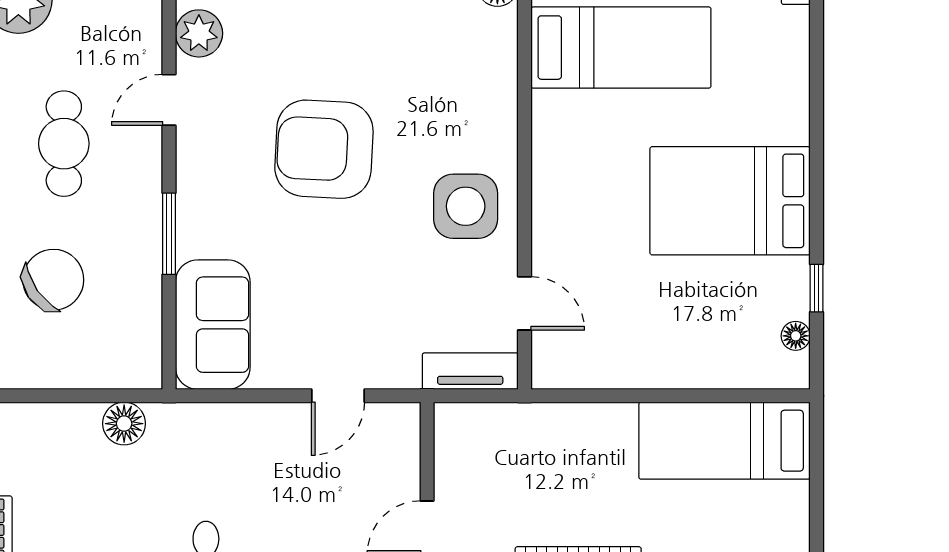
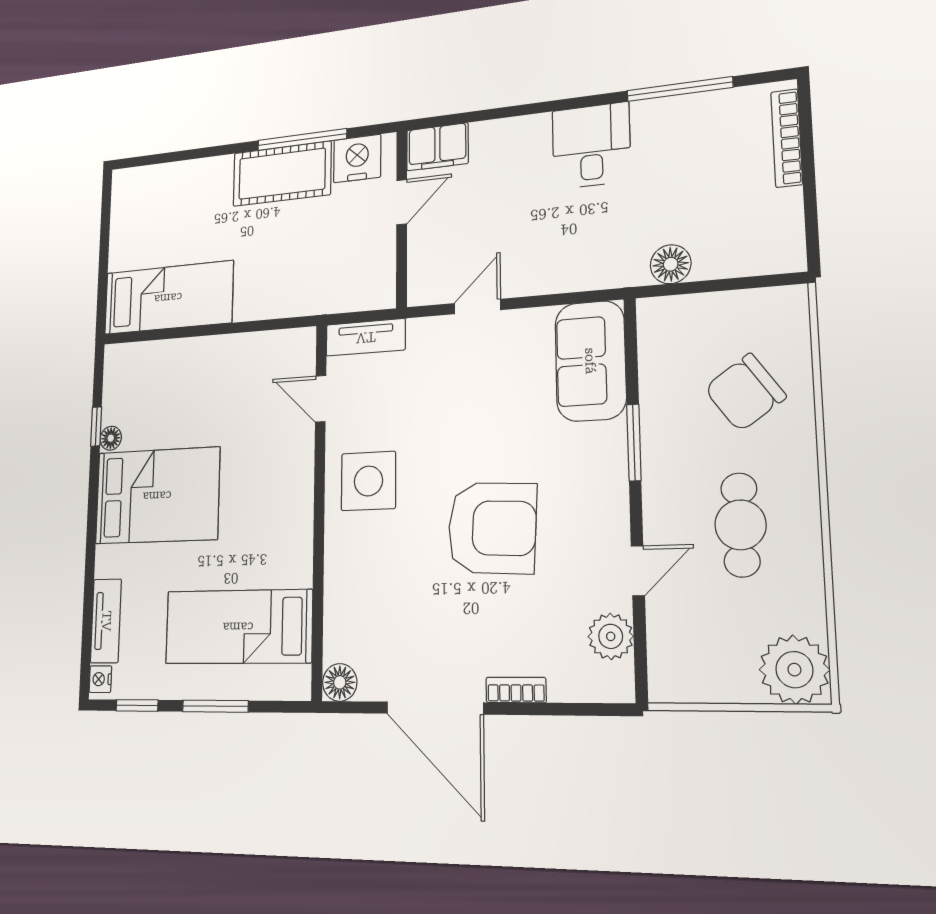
tv unit: (792, 56) -> (106, 621), added
floor lamp: (796, 336) -> (111, 438), moved

